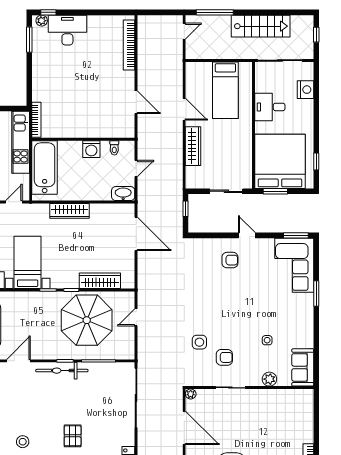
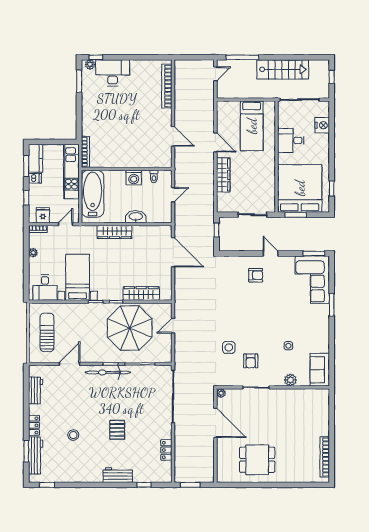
washbasin: (123, 194) -> (136, 217), moved
armchair: (224, 357) -> (251, 361), turned 90

